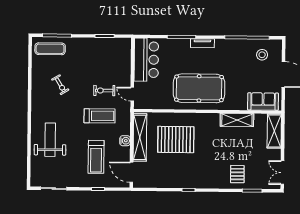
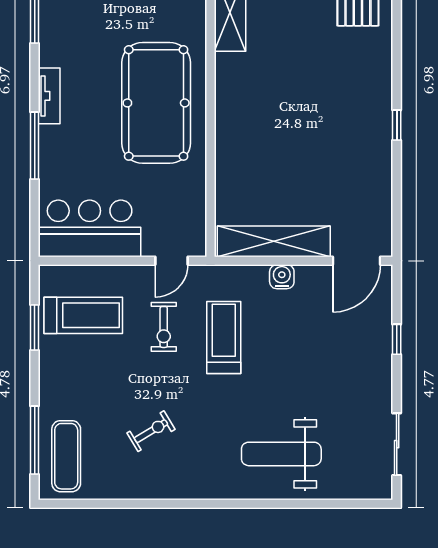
pallet: (176, 140) -> (278, 157), removed
treadmill: (96, 157) -> (83, 315), moved

